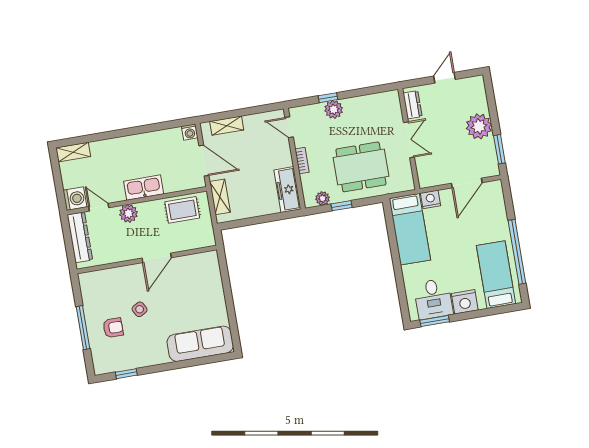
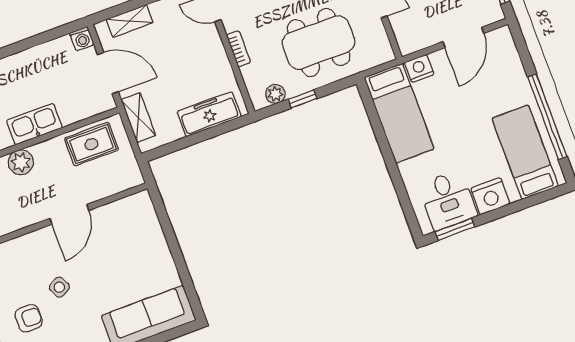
freezer: (287, 190) -> (209, 114), moved, turned 90

